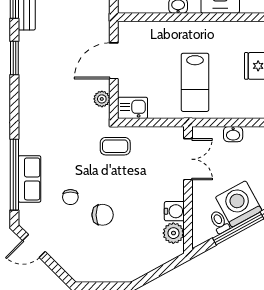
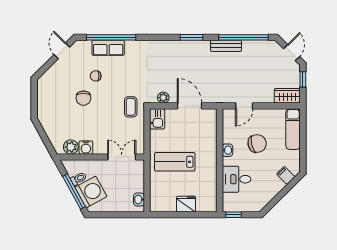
washbasin: (233, 134) -> (139, 199), moved
double door: (188, 159) -> (122, 157), swing flipped

